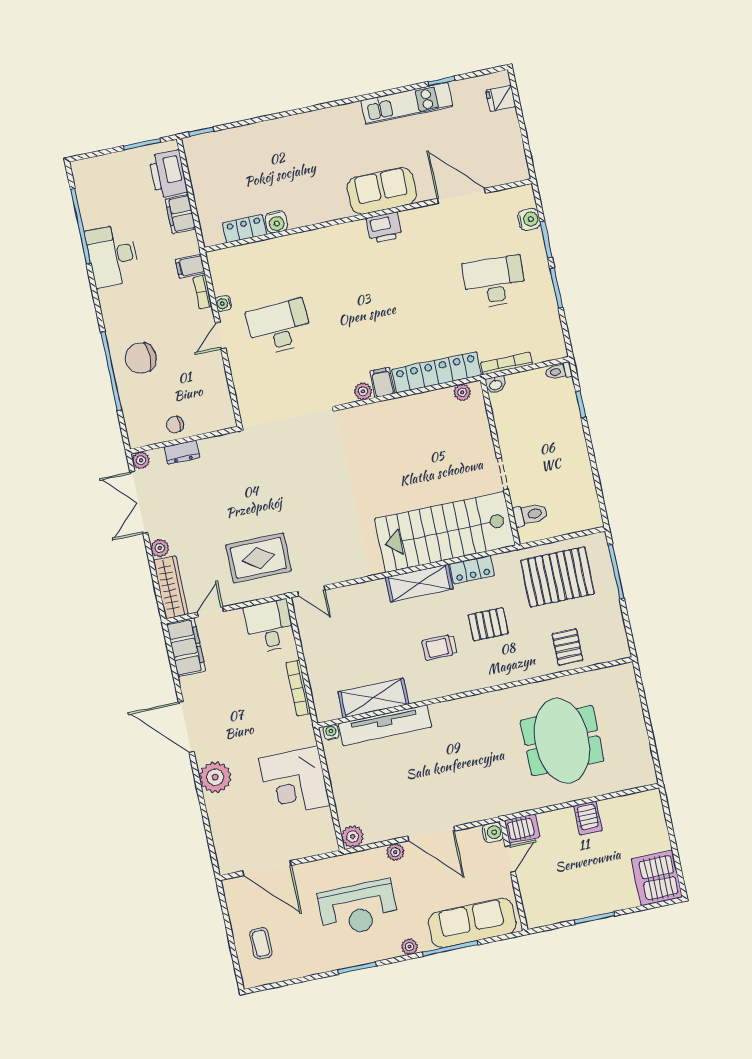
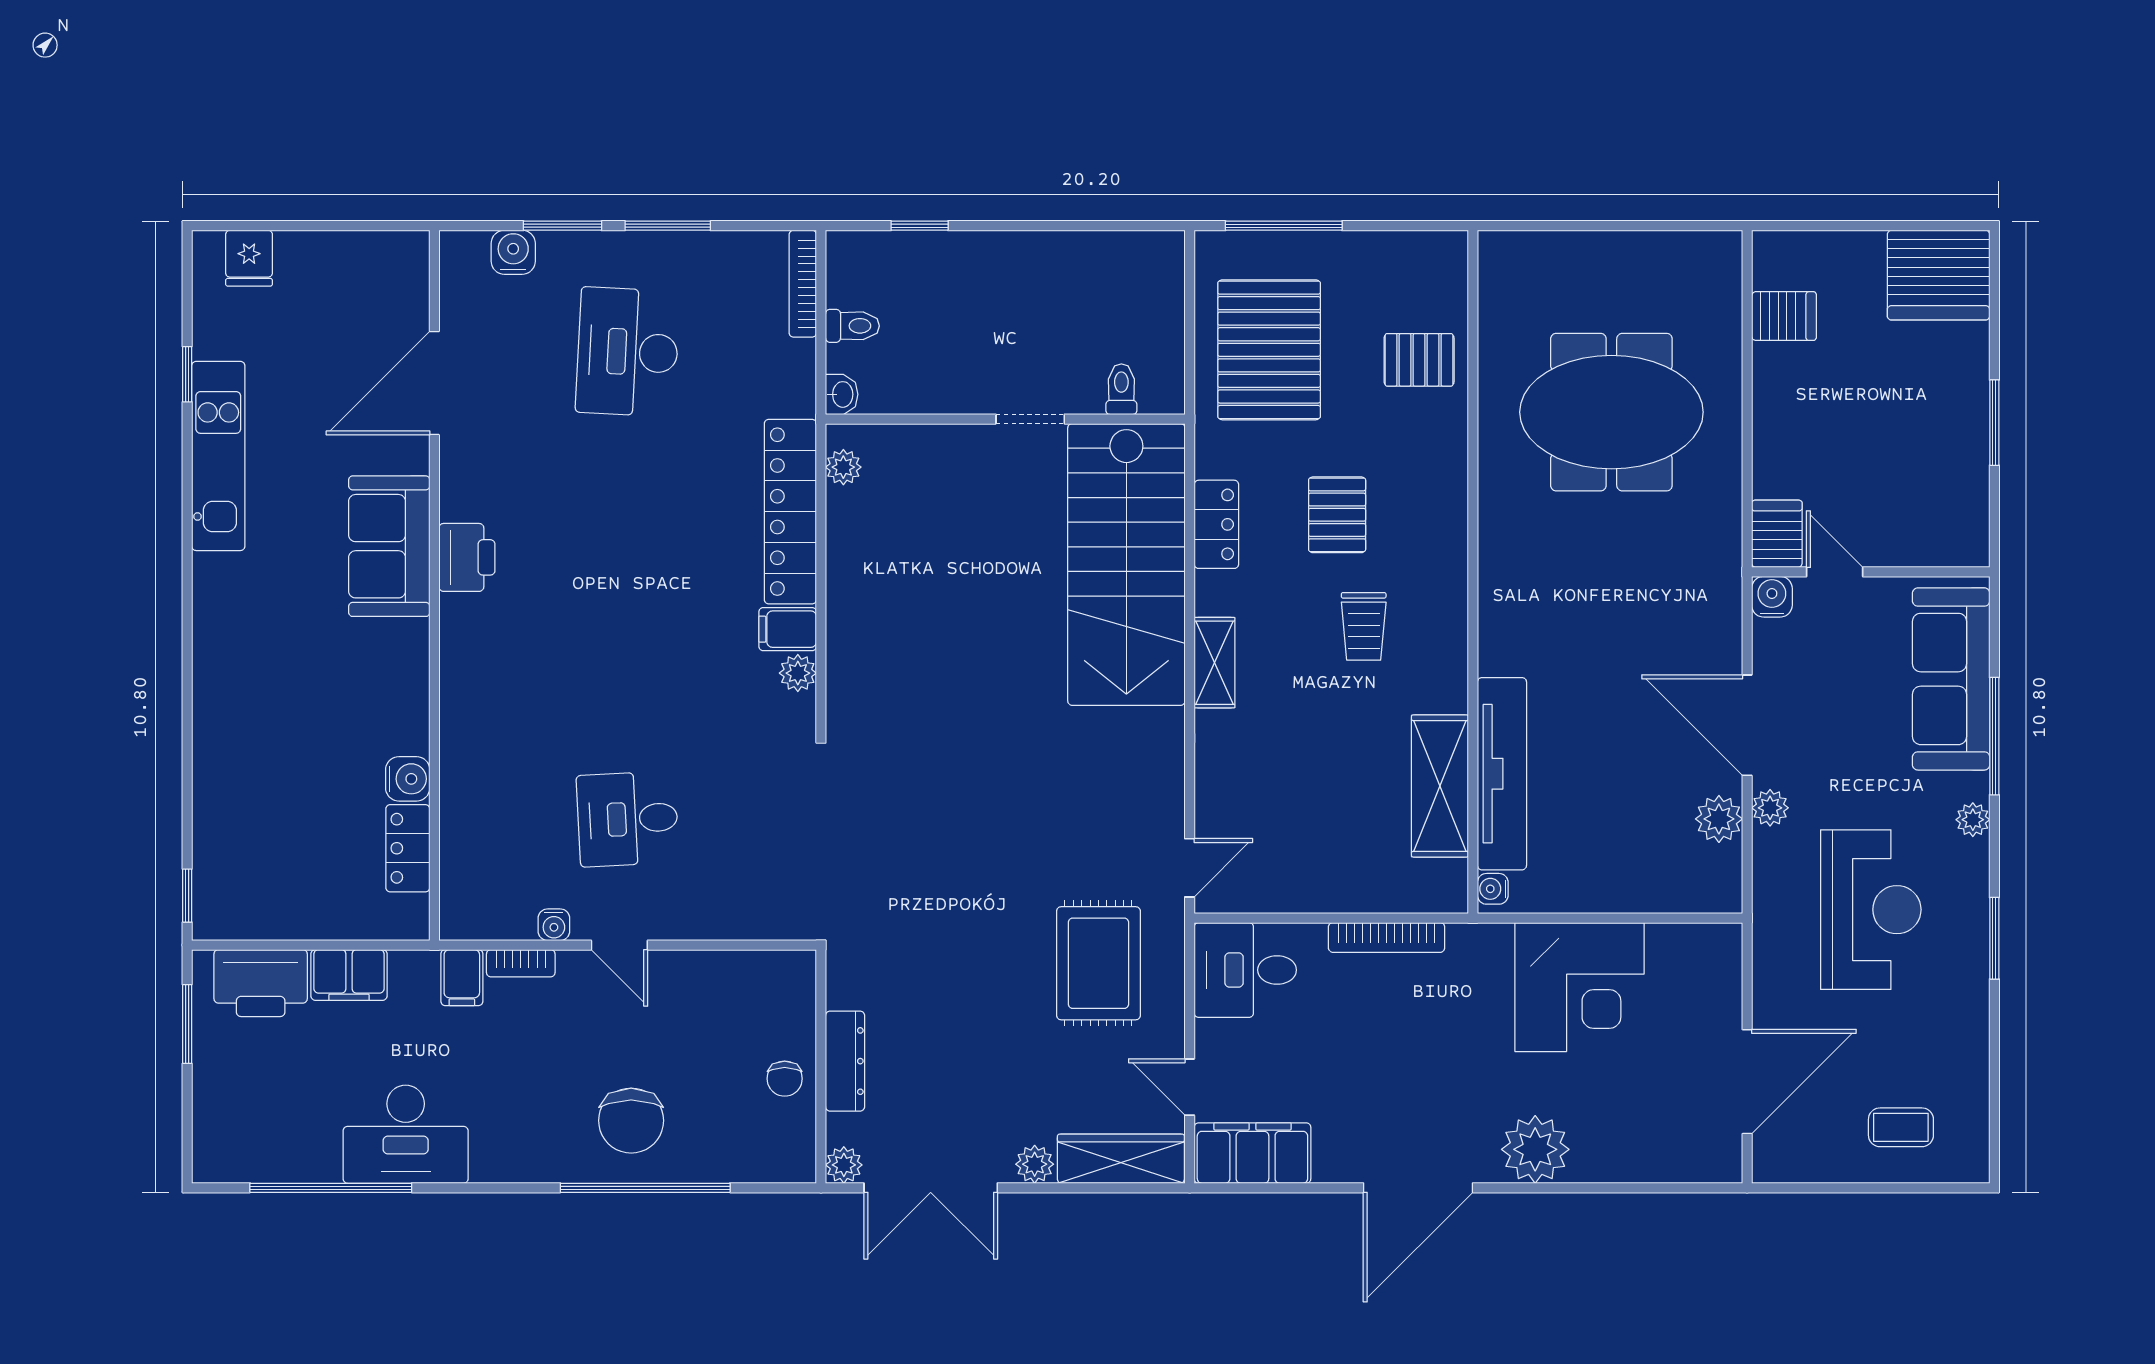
desk: (279, 327) -> (628, 819), width x0.73
bookcase: (507, 363) -> (803, 284), moved
toilet: (559, 371) -> (852, 326), moved, turned -90
dresser: (182, 452) -> (845, 1061), width x1.44
toilet: (530, 514) -> (1121, 389), width x0.73, depth x0.72
shelving: (419, 583) -> (1214, 663), width x0.67, depth x0.75
server rack: (588, 818) -> (1784, 316), moved
door: (431, 833) -> (1747, 725), swing flipped
plant: (353, 837) -> (1719, 819), moved

